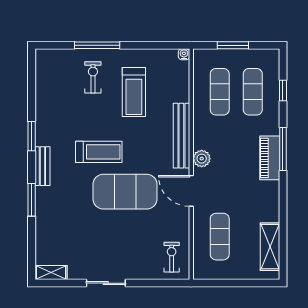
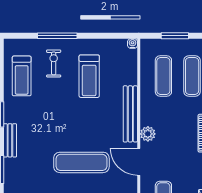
treadmill: (99, 152) -> (22, 76), moved, turned 90
exercise mat: (125, 192) -> (81, 162), width x0.68

